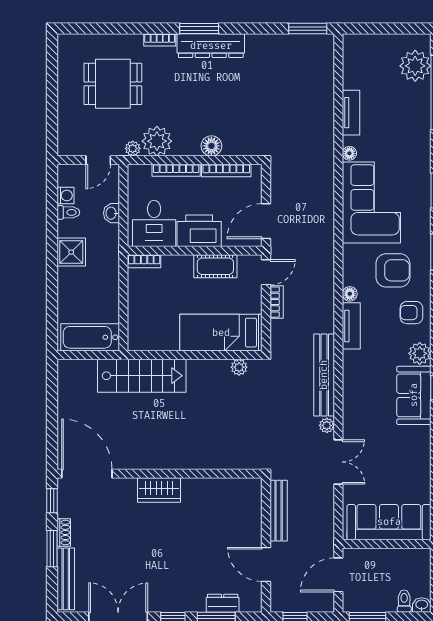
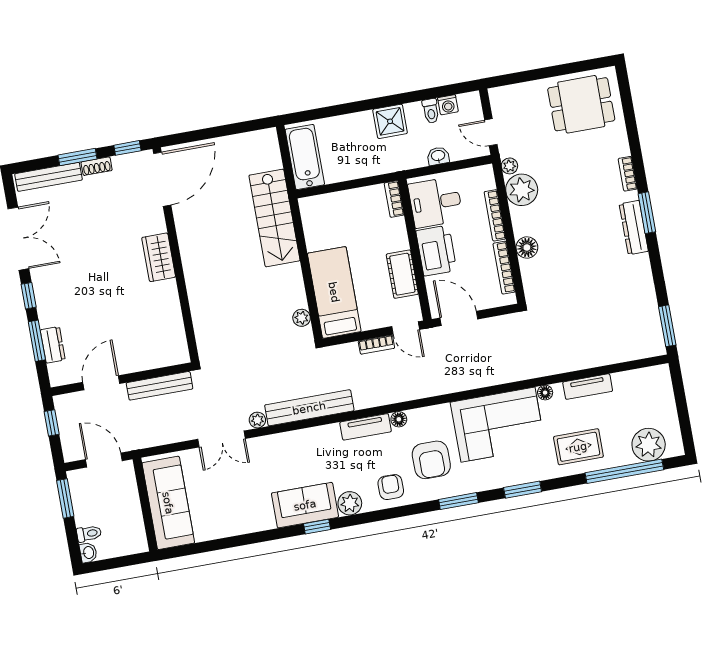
dresser: (211, 46) -> (634, 228), width x0.73, depth x0.80
dining table: (113, 84) -> (581, 104), moved, turned 90
rug: (405, 131) -> (578, 447), added

